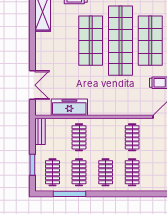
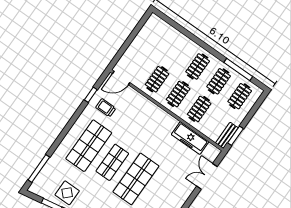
shop shelf: (120, 41) -> (112, 162), width x0.50, depth x0.74
window: (32, 165) -> (235, 136), moved
clothes rail: (132, 172) -> (178, 94), moved

